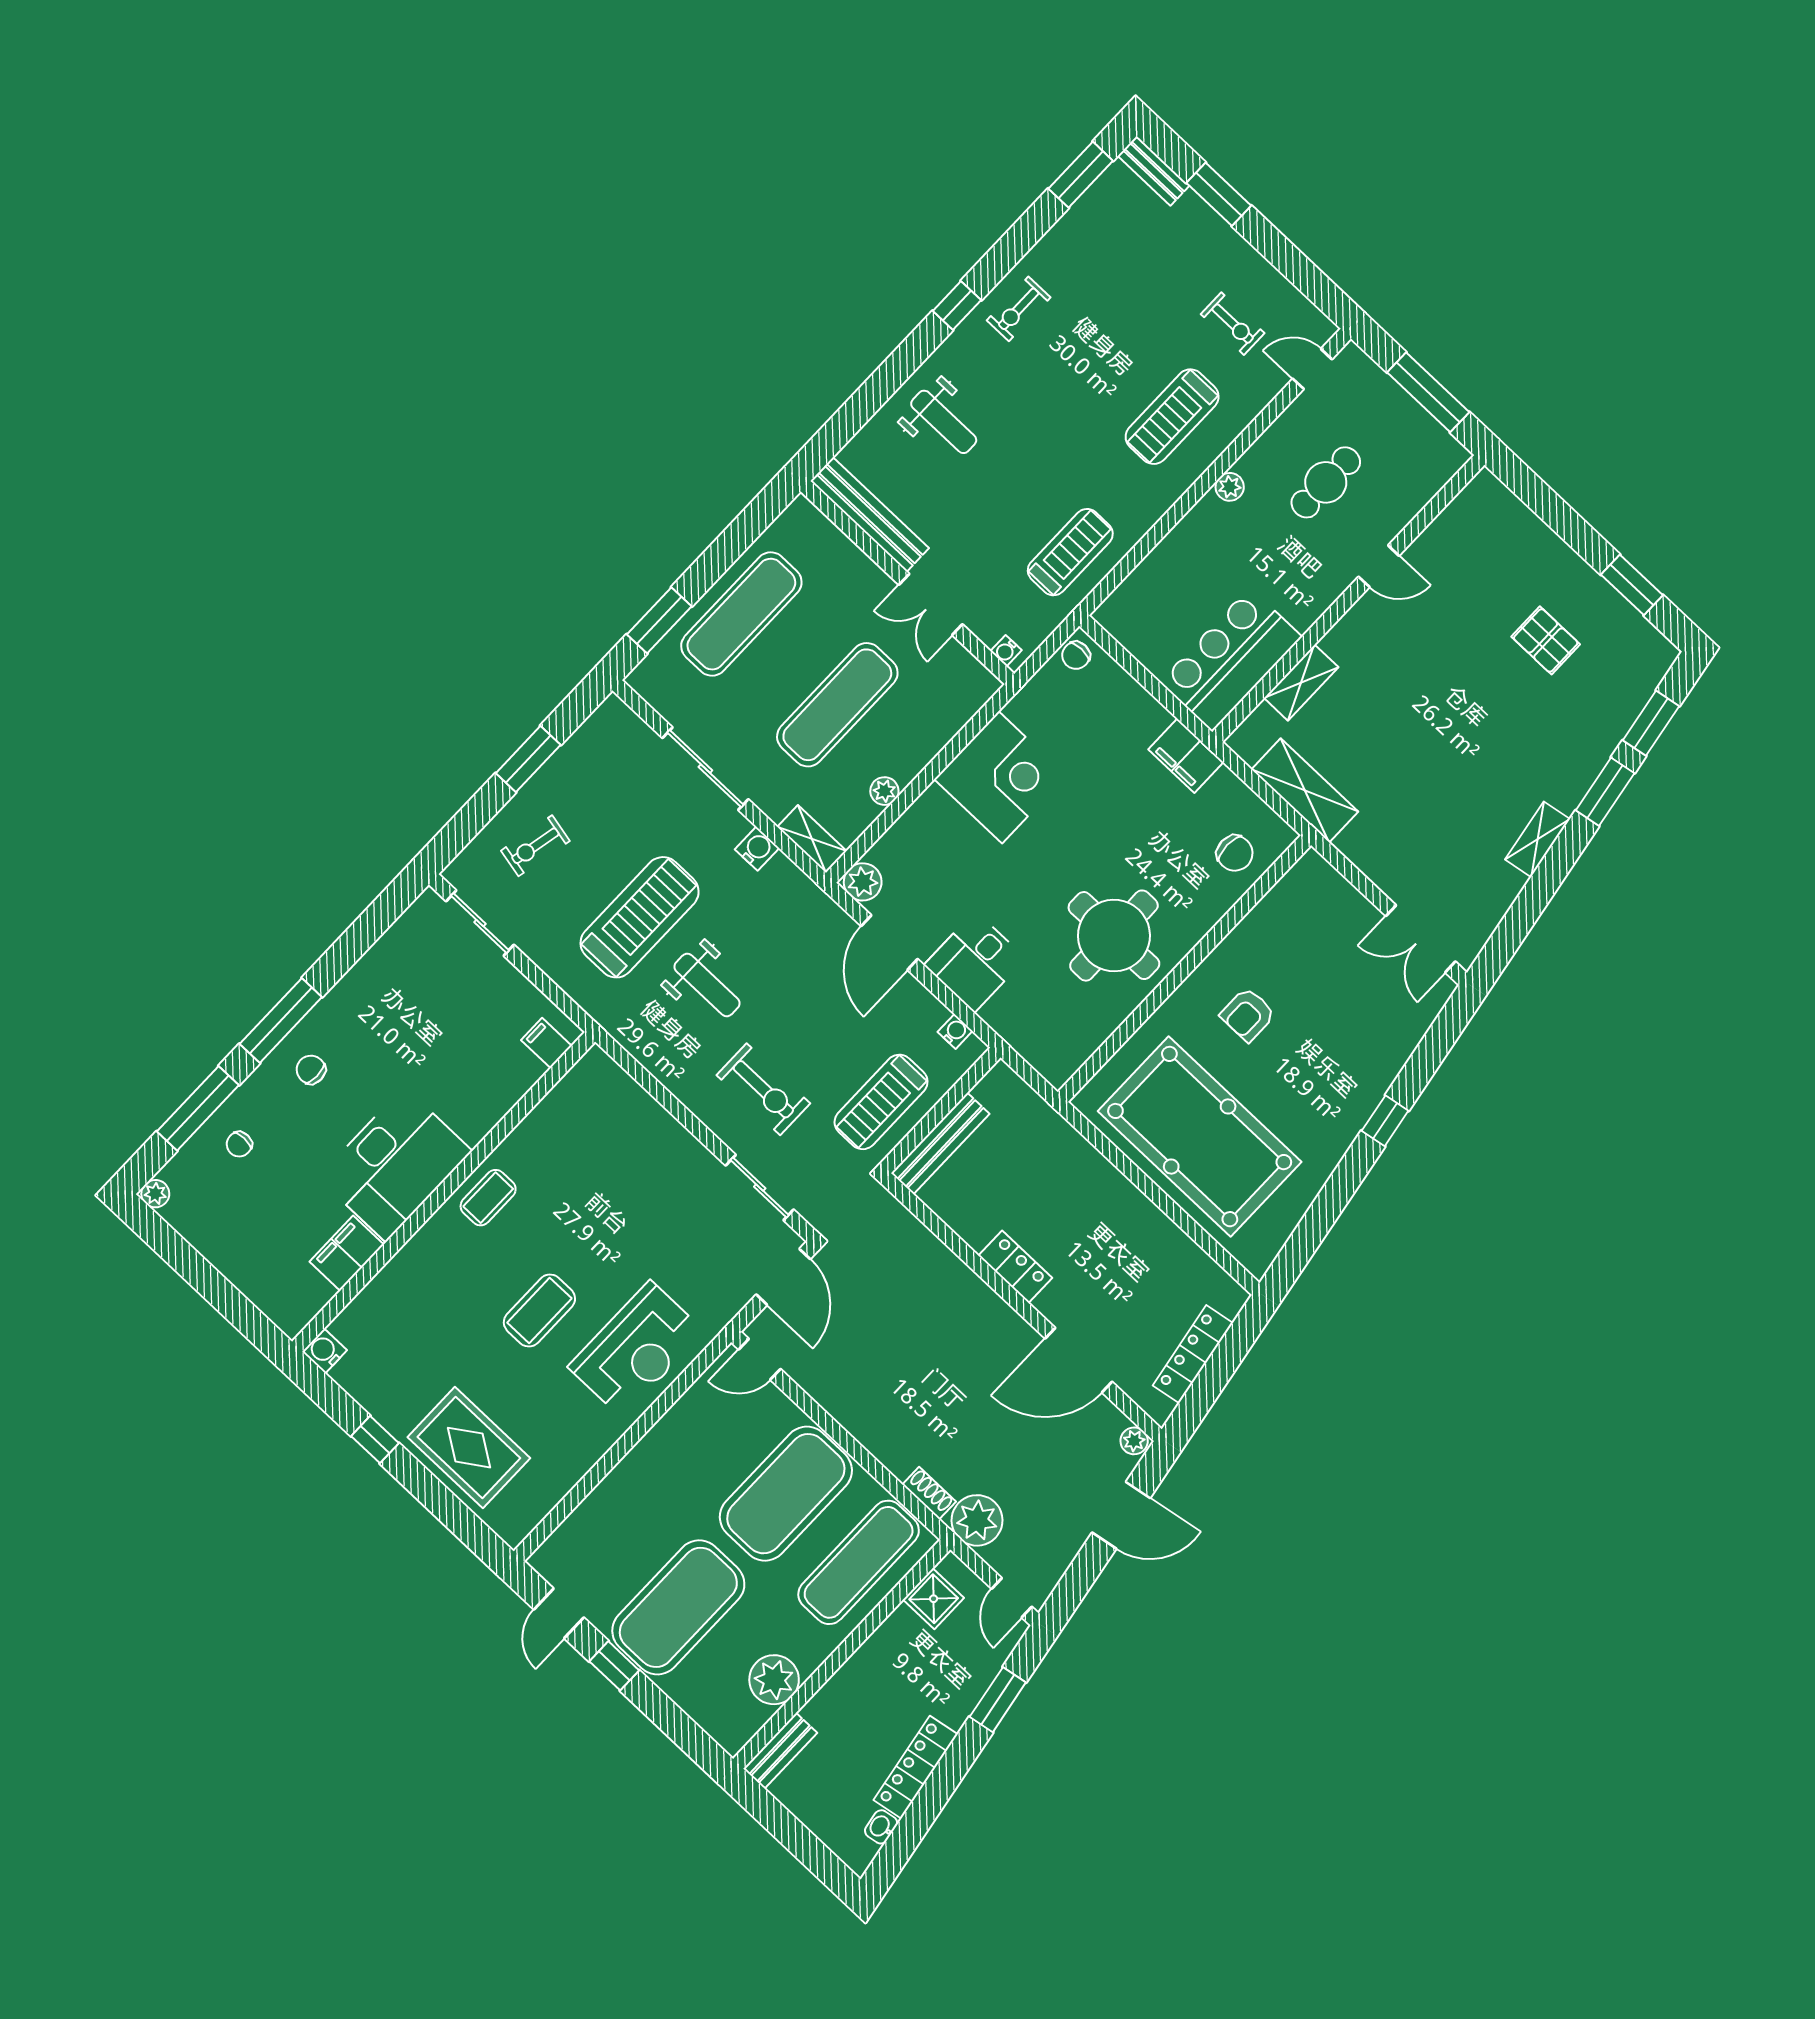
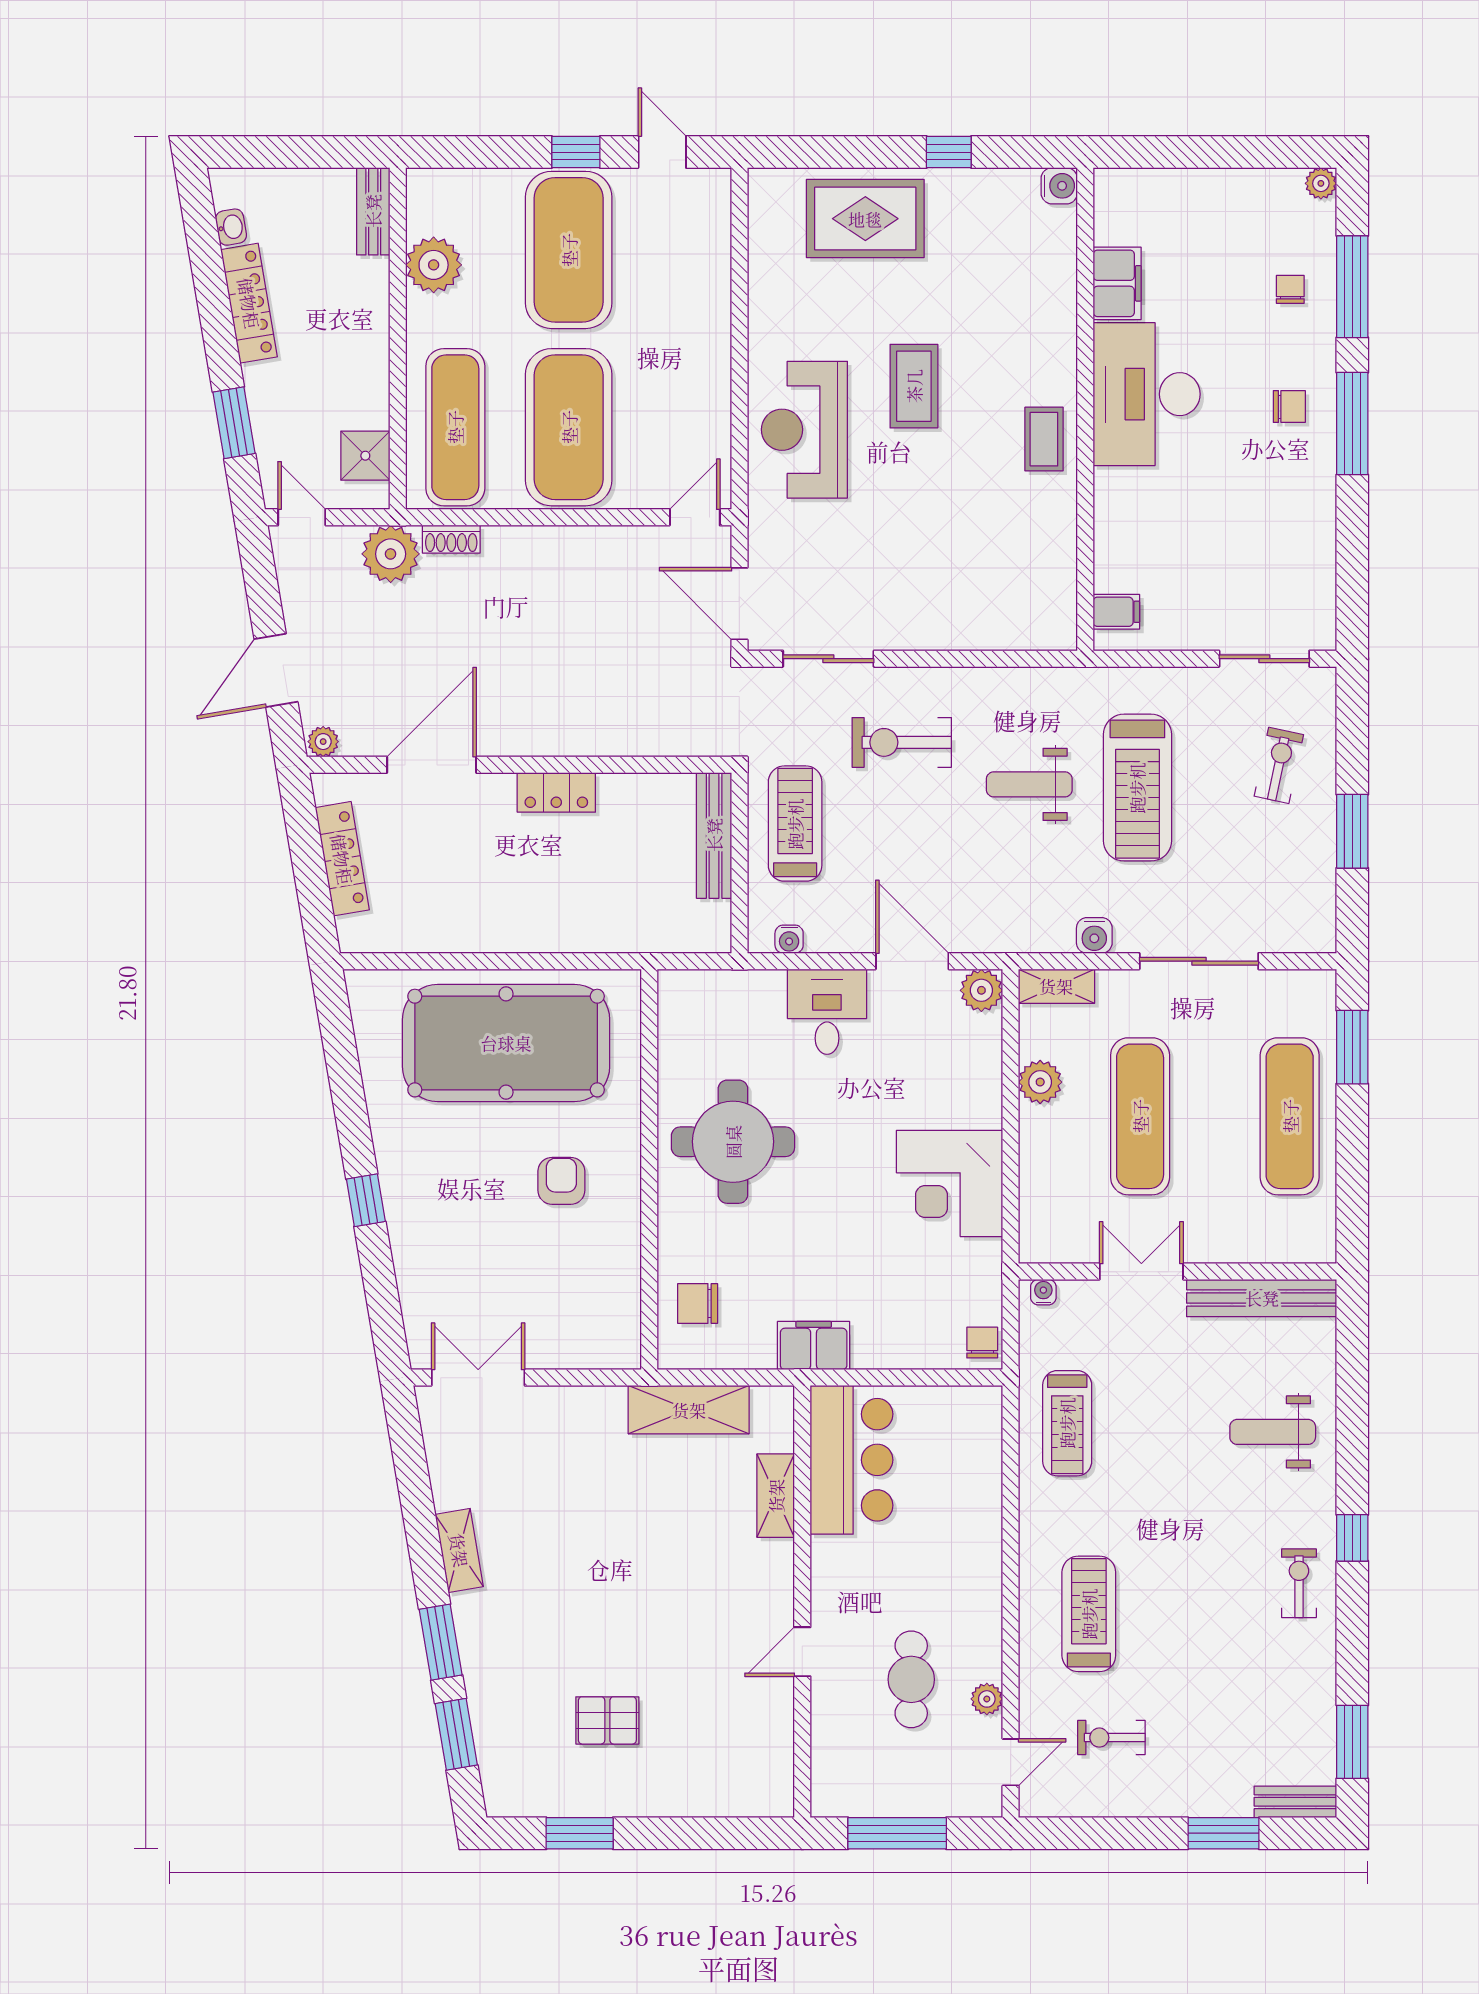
plant: (1230, 487) -> (987, 1699), moved
plant: (884, 791) -> (1040, 1082), width x1.38, depth x1.38

